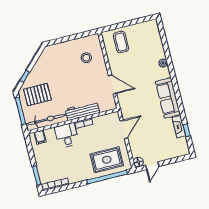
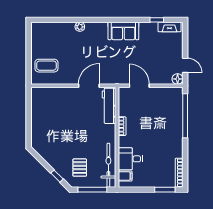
stool: (86, 58) -> (54, 106), removed
pallet: (37, 95) -> (80, 168), width x0.67, depth x0.71
sofa: (168, 98) -> (123, 31), width x0.73
workbench: (82, 111) -> (109, 106), moved
fireplace: (179, 127) -> (169, 27), moved
desk: (67, 135) -> (130, 159), moved
rug: (107, 160) -> (167, 112), removed

